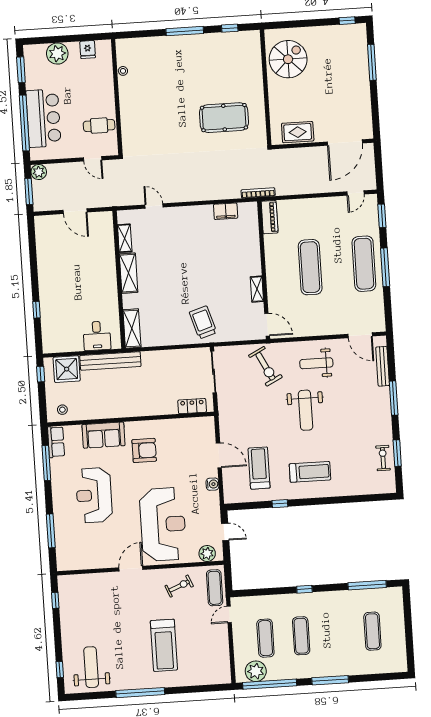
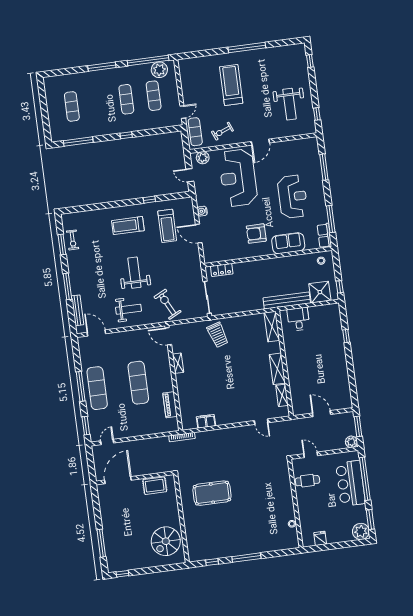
plant: (57, 54) -> (361, 531), moved
piano: (270, 217) -> (170, 405), moved
weight bench: (91, 667) -> (289, 104), moved

